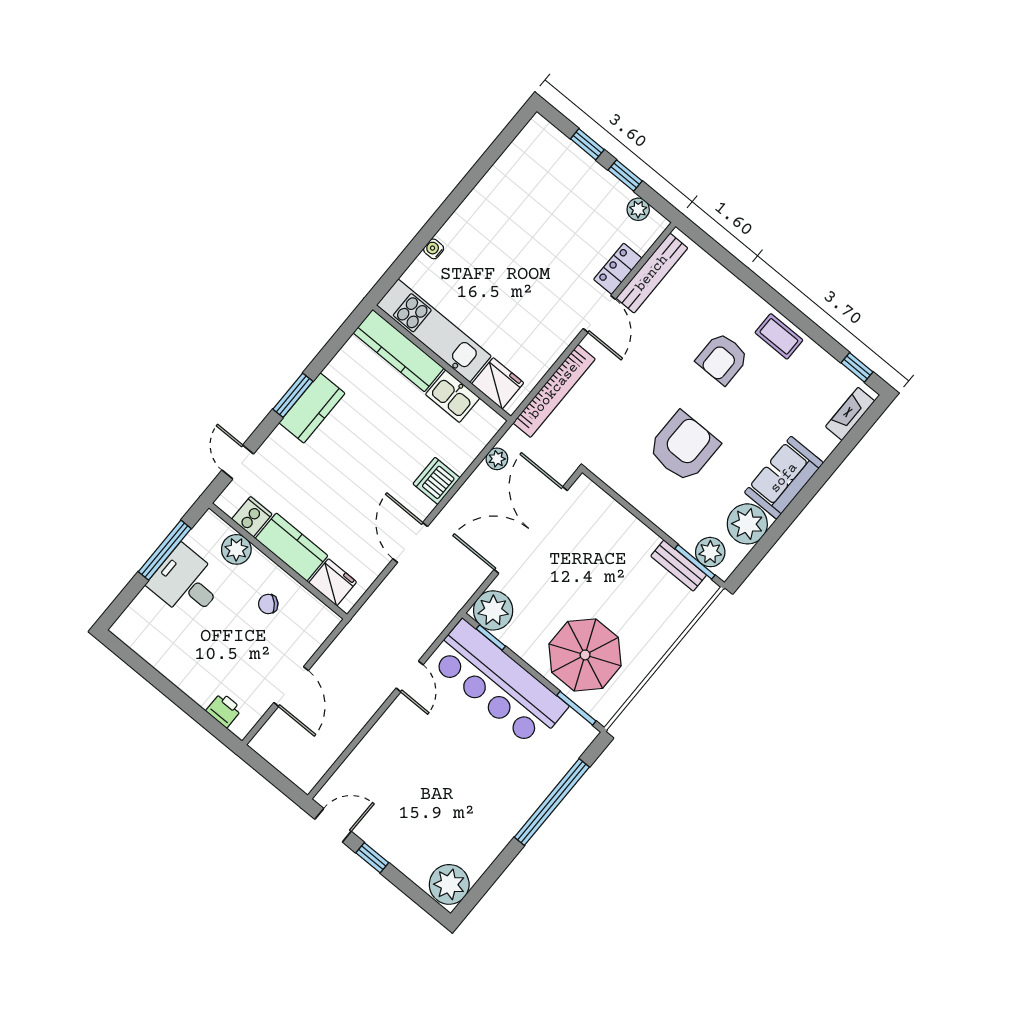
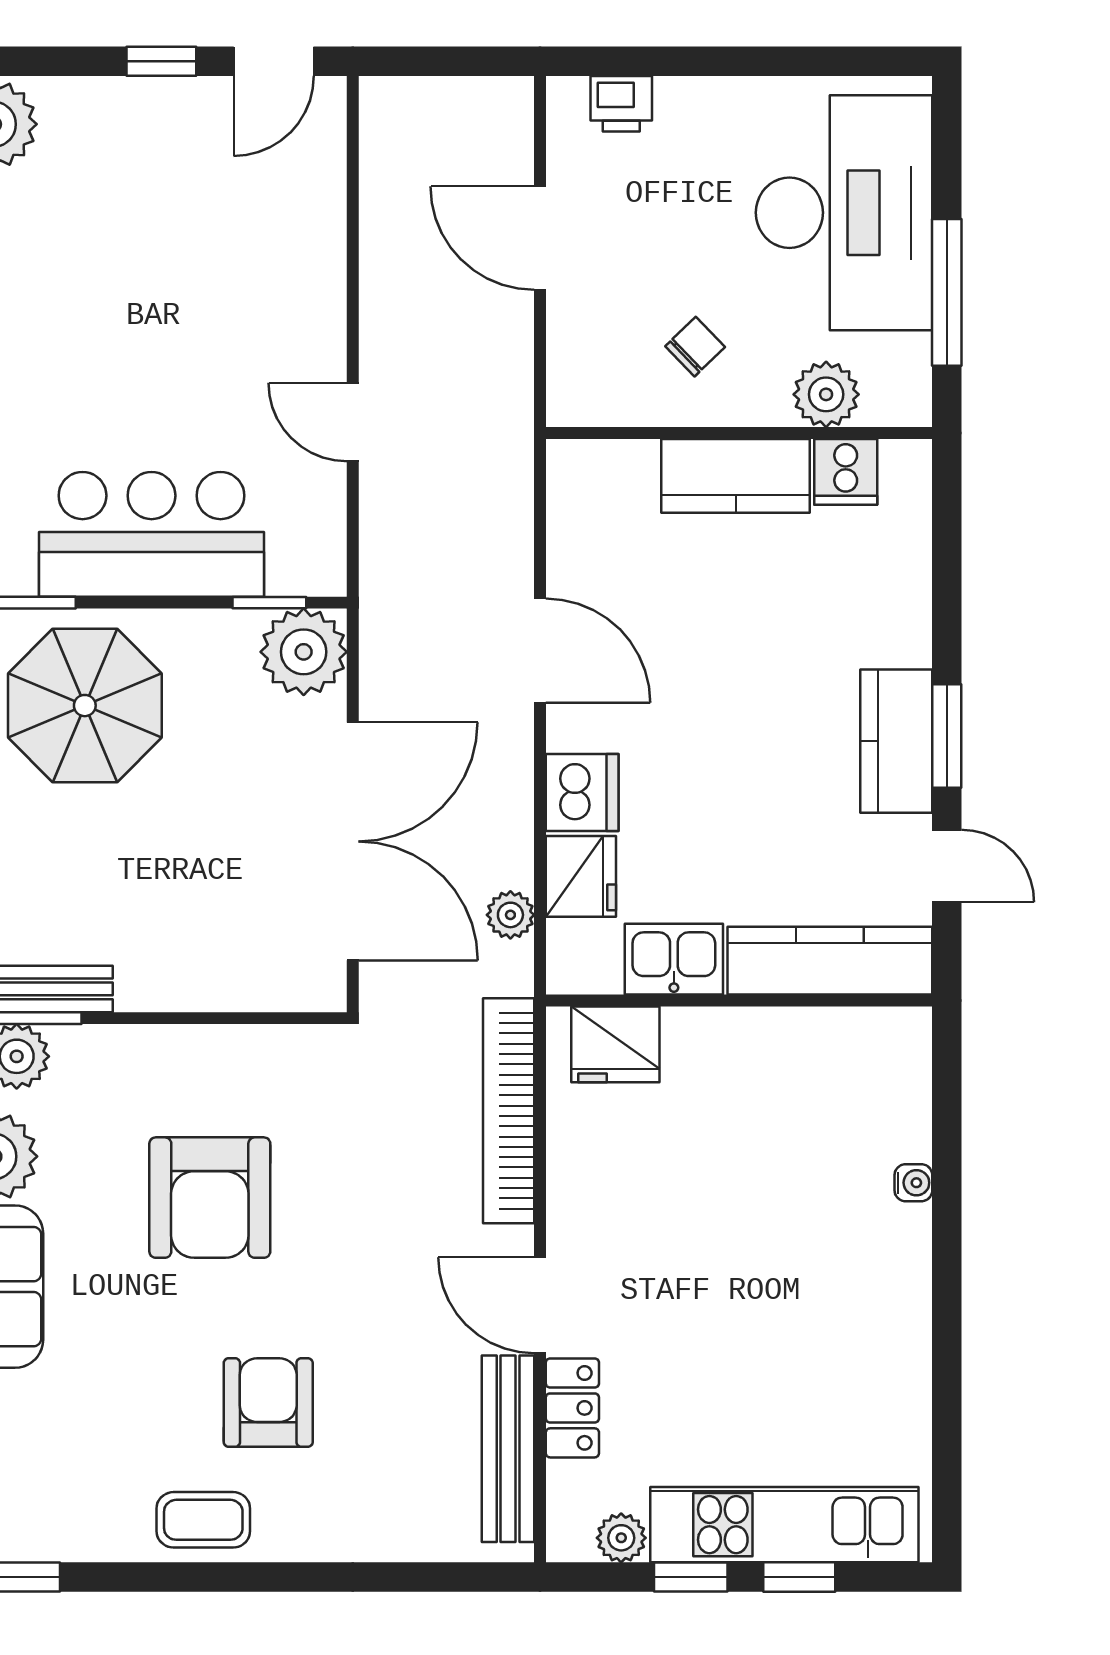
kitchen unit: (434, 331) -> (784, 1525), moved, turned 180
door: (238, 462) -> (947, 866), moved
fridge: (333, 582) -> (581, 876), moved, turned -90
desk: (186, 583) -> (844, 213), width x1.87, depth x1.30
bar counter: (498, 684) -> (152, 534), width x0.73

